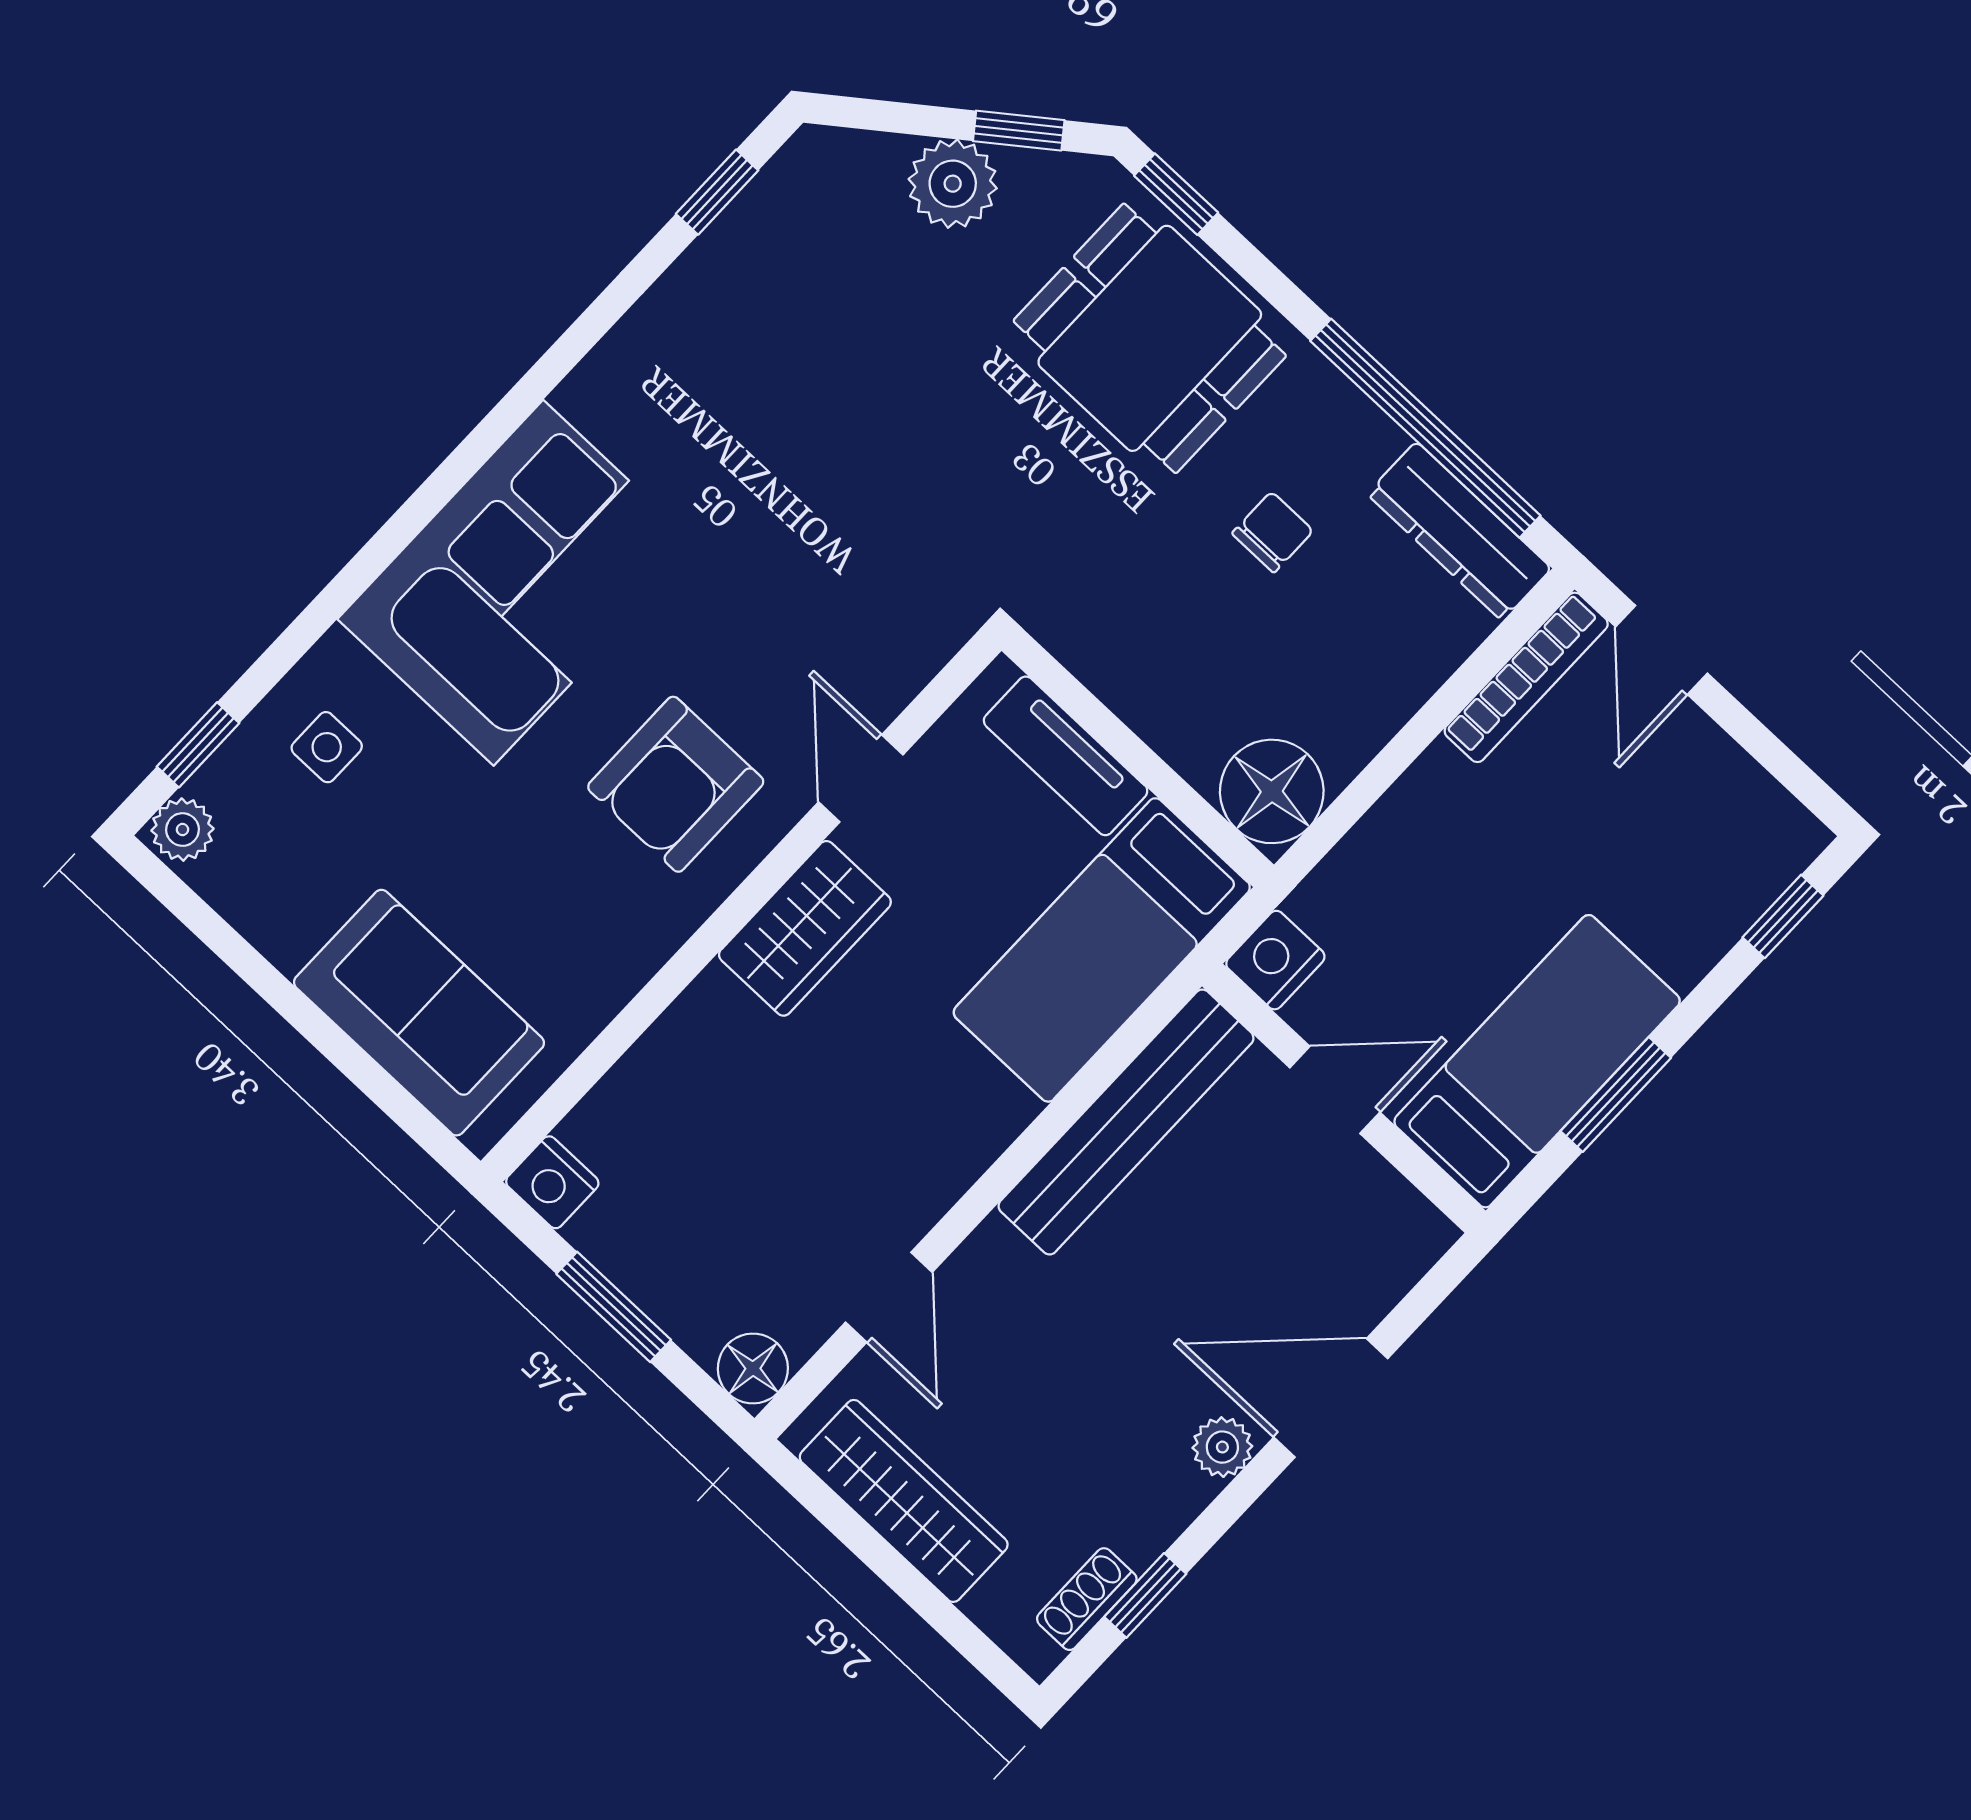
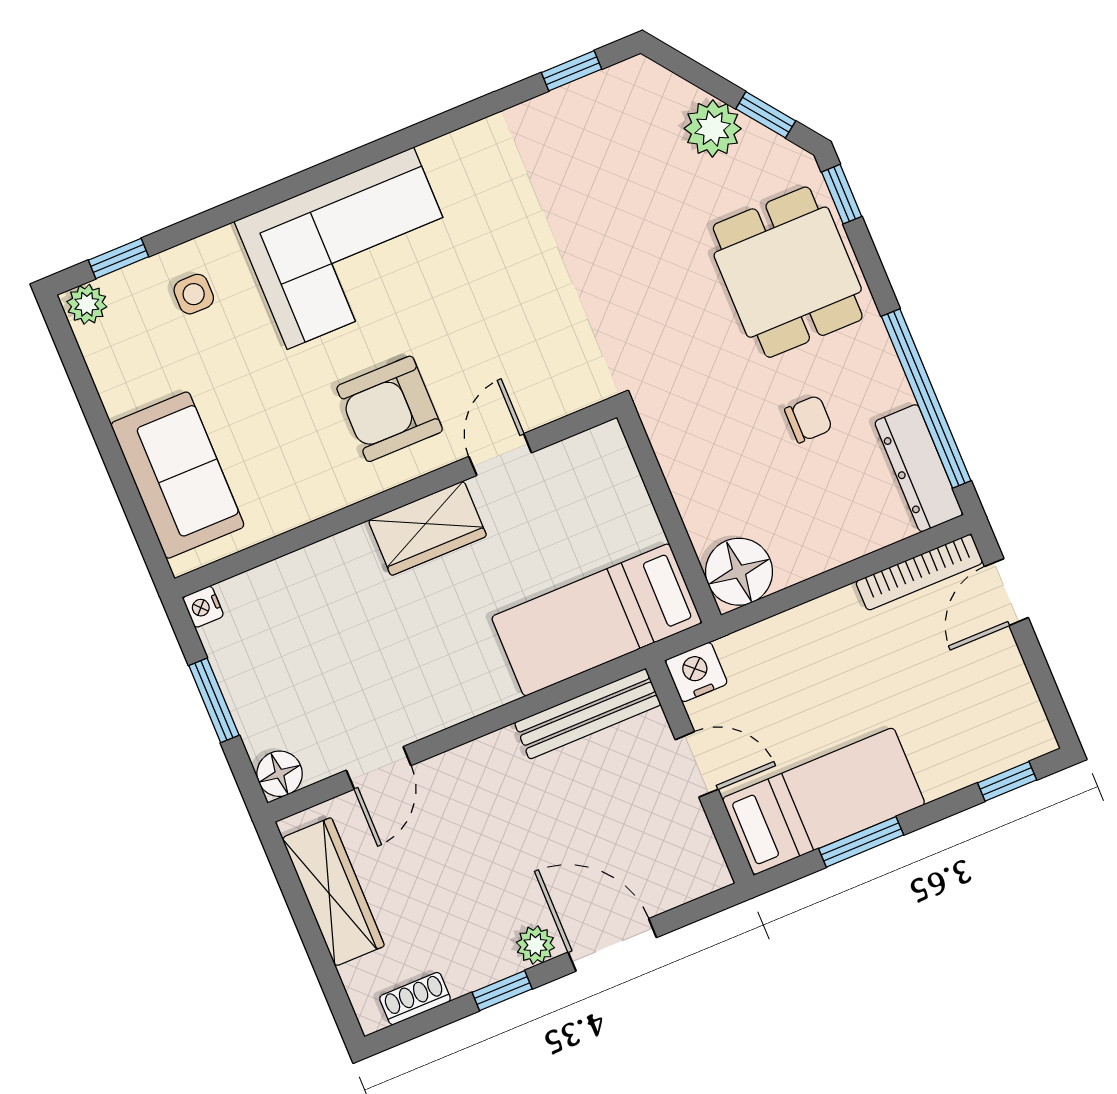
tv unit: (1066, 756) -> (627, 496), removed
bench: (1126, 1122) -> (588, 714), width x0.73, depth x0.82
nightstand: (552, 1182) -> (203, 607), width x0.72, depth x0.74
window: (1145, 1595) -> (502, 991), moved

